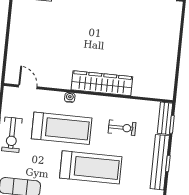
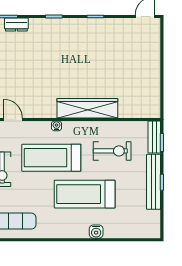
treadmill: (62, 128) -> (51, 158), turned 180
exercise bike: (122, 128) -> (112, 151), width x1.38, depth x1.39
treadmill: (91, 167) -> (85, 194), turned 180

